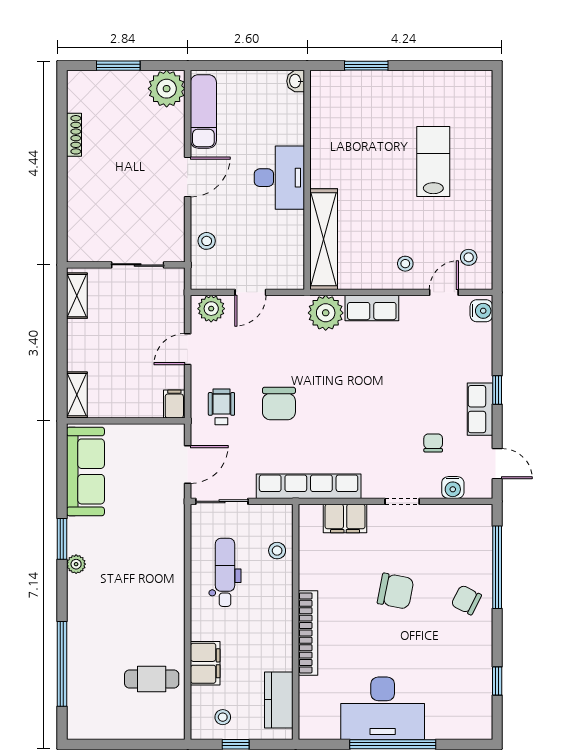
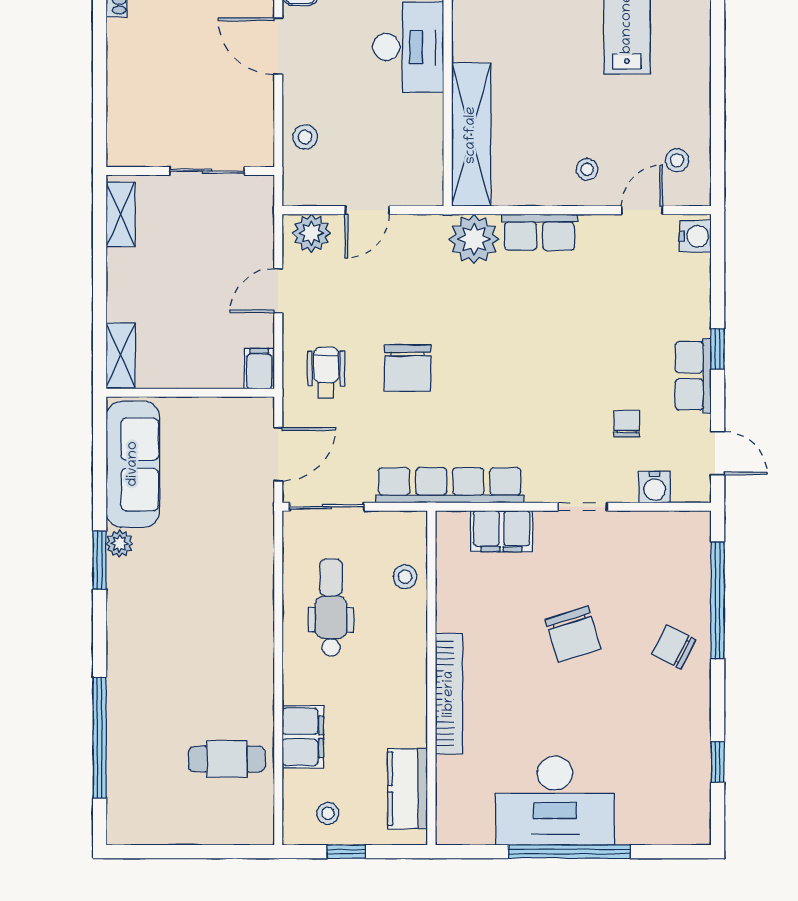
door: (188, 177) -> (278, 46), swing flipped
plant: (76, 564) -> (120, 544), moved
chair: (396, 591) -> (573, 634), turned 61

